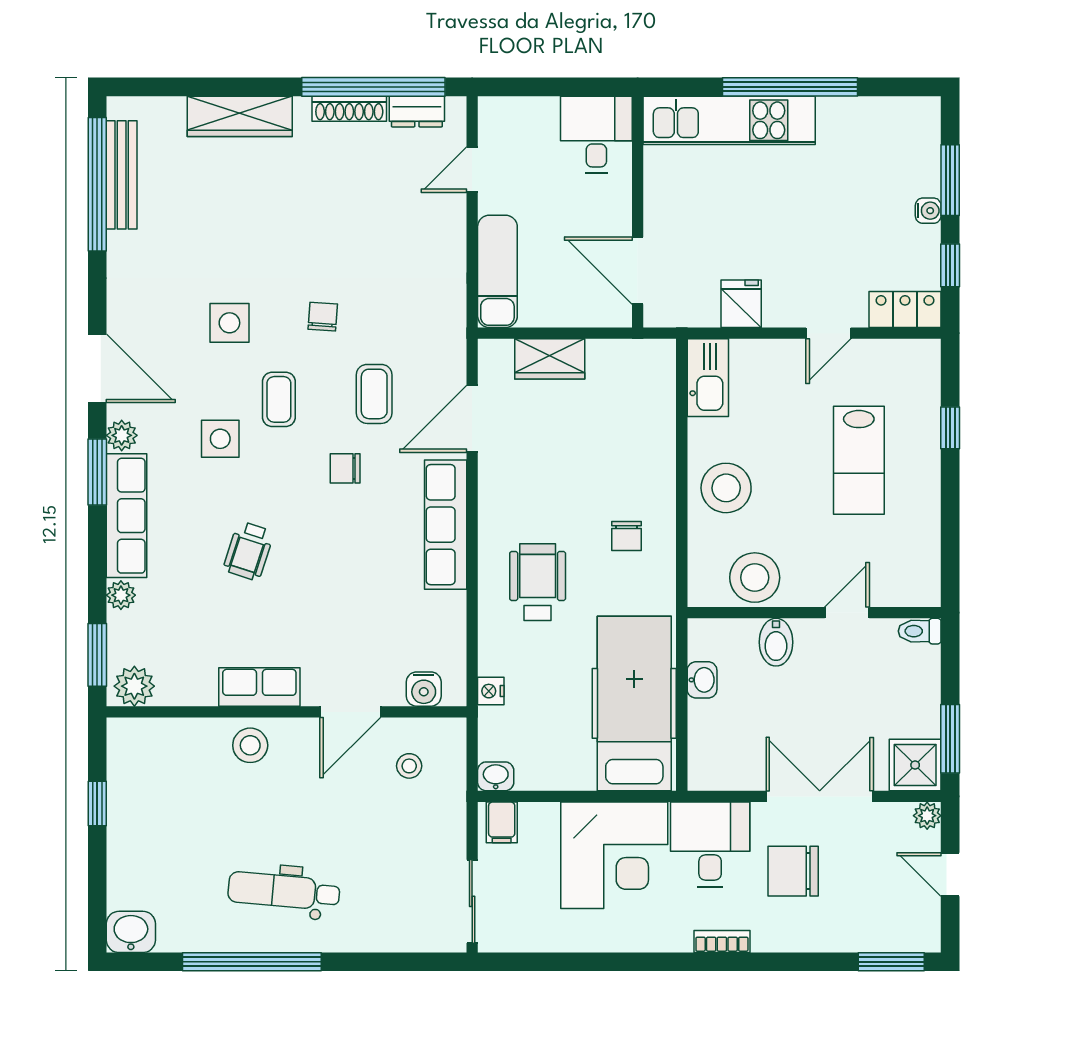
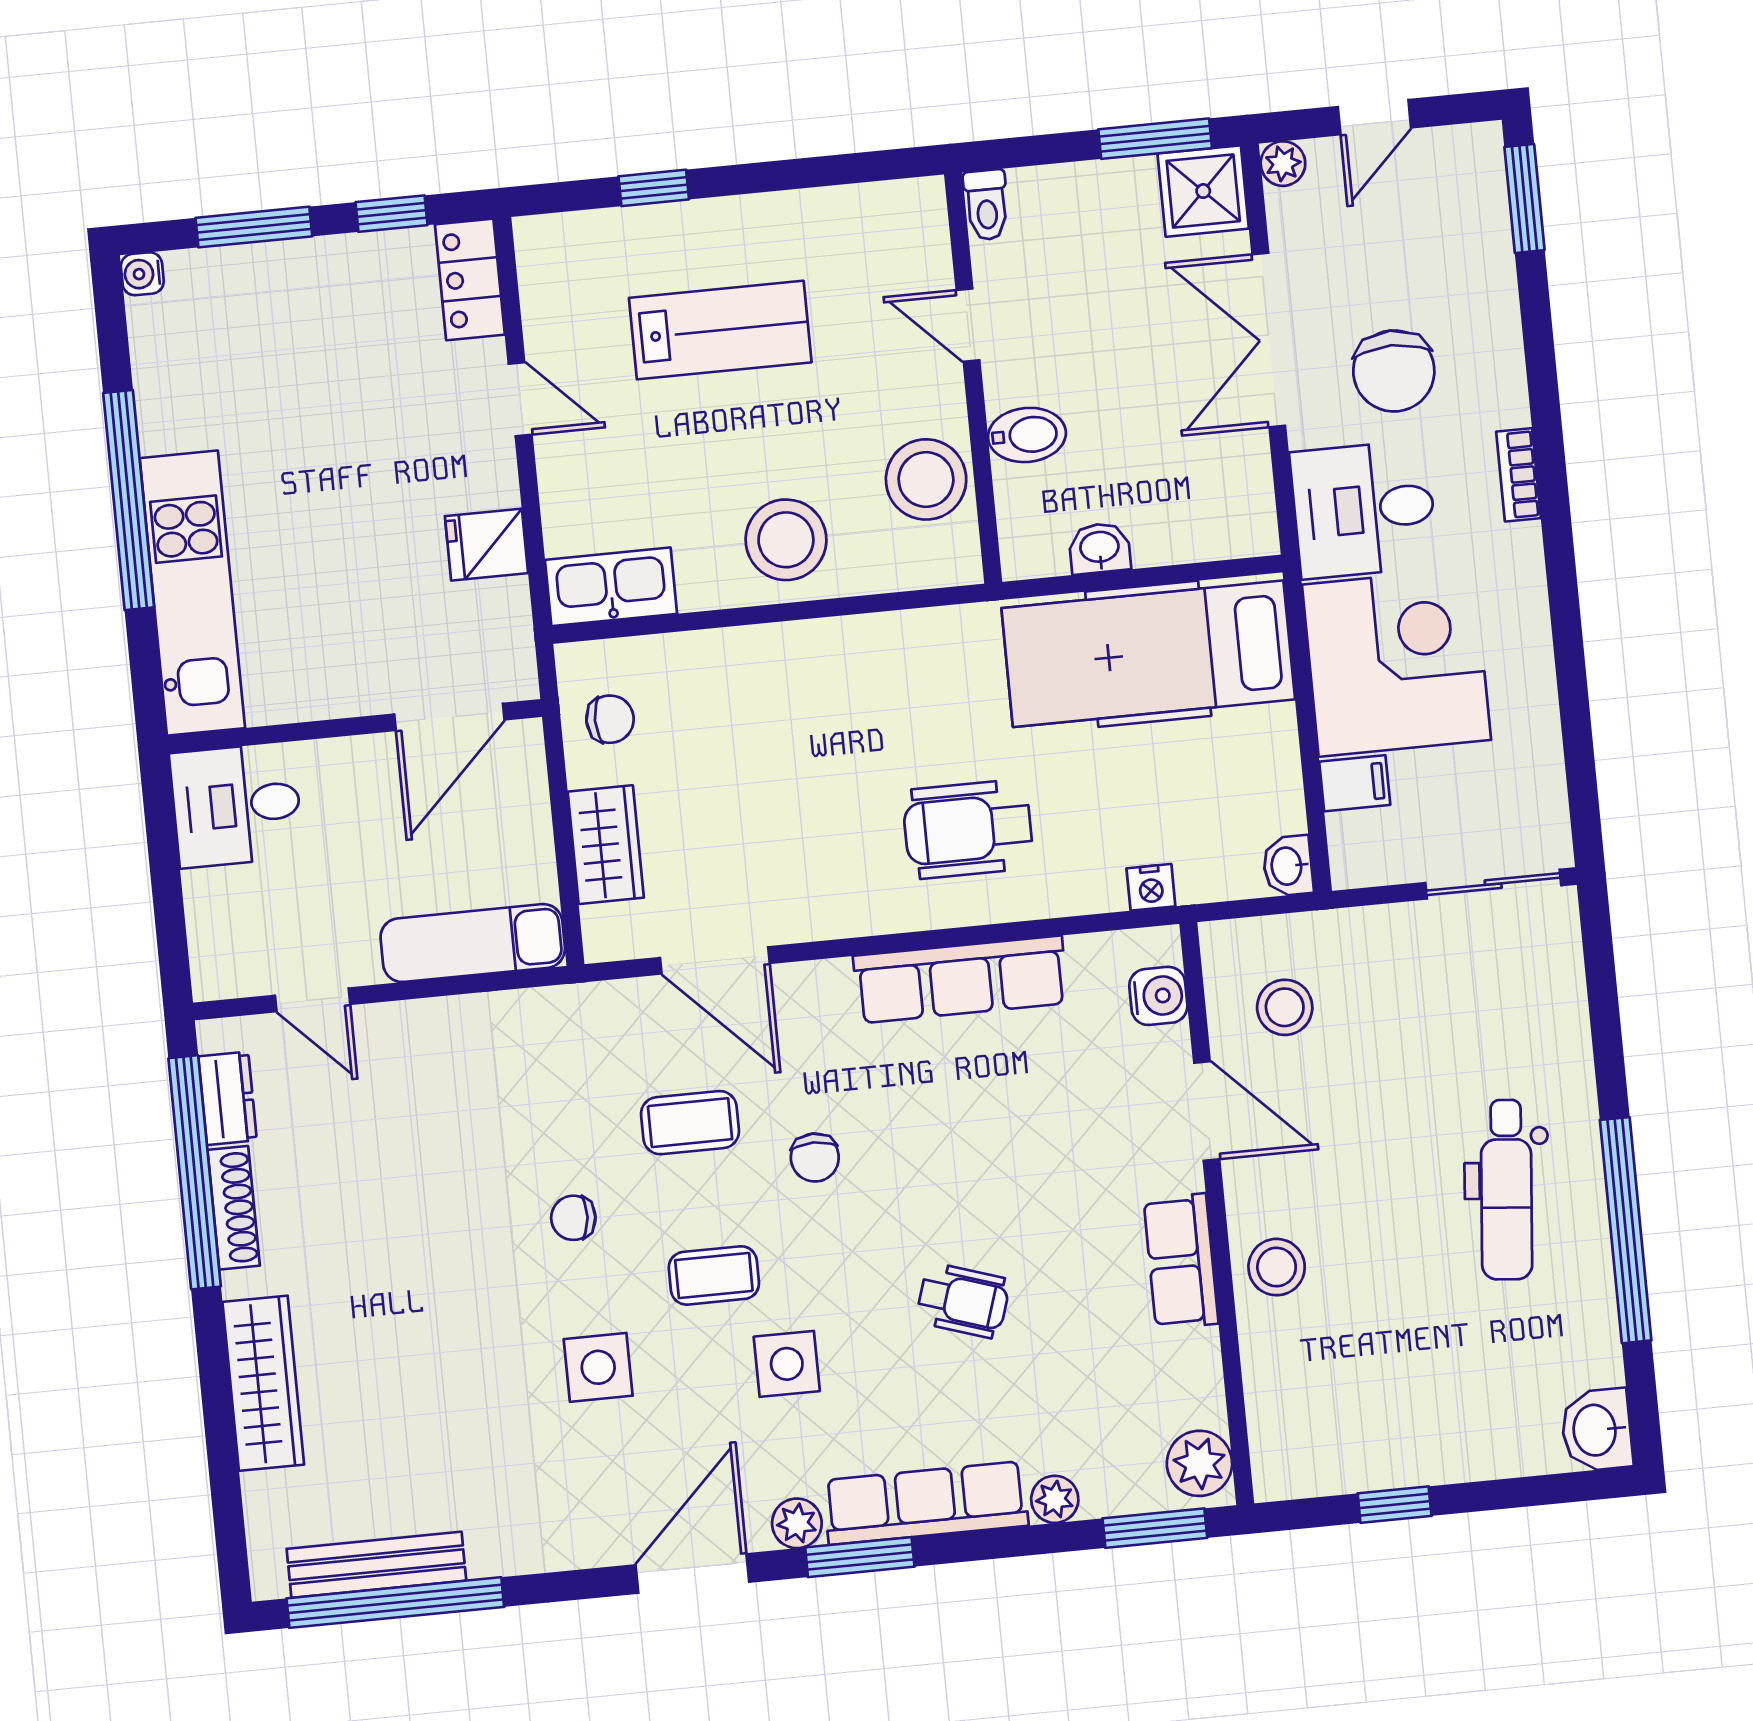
water cooler: (928, 211) -> (142, 274), moved, turned -90
row of seats: (446, 525) -> (960, 979), moved
chair: (626, 536) -> (610, 719), moved
stool: (409, 766) -> (1285, 1007), width x1.37, depth x1.37
filing cabinet: (502, 822) -> (1355, 783), moved

